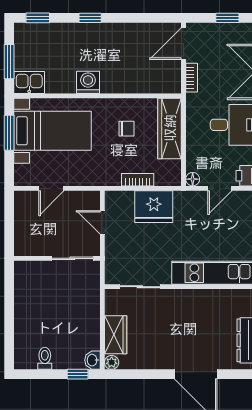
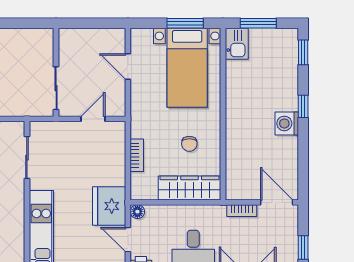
washing machine: (88, 82) -> (287, 123), moved, turned 180
fridge: (154, 207) -> (109, 206), moved

